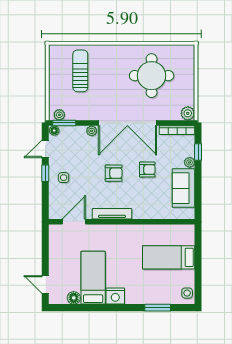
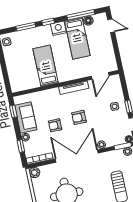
window: (198, 200) -> (13, 111), added
bed: (169, 257) -> (46, 66), moved, turned -90
window: (82, 308) -> (81, 15), added
window: (127, 308) -> (48, 22), added

